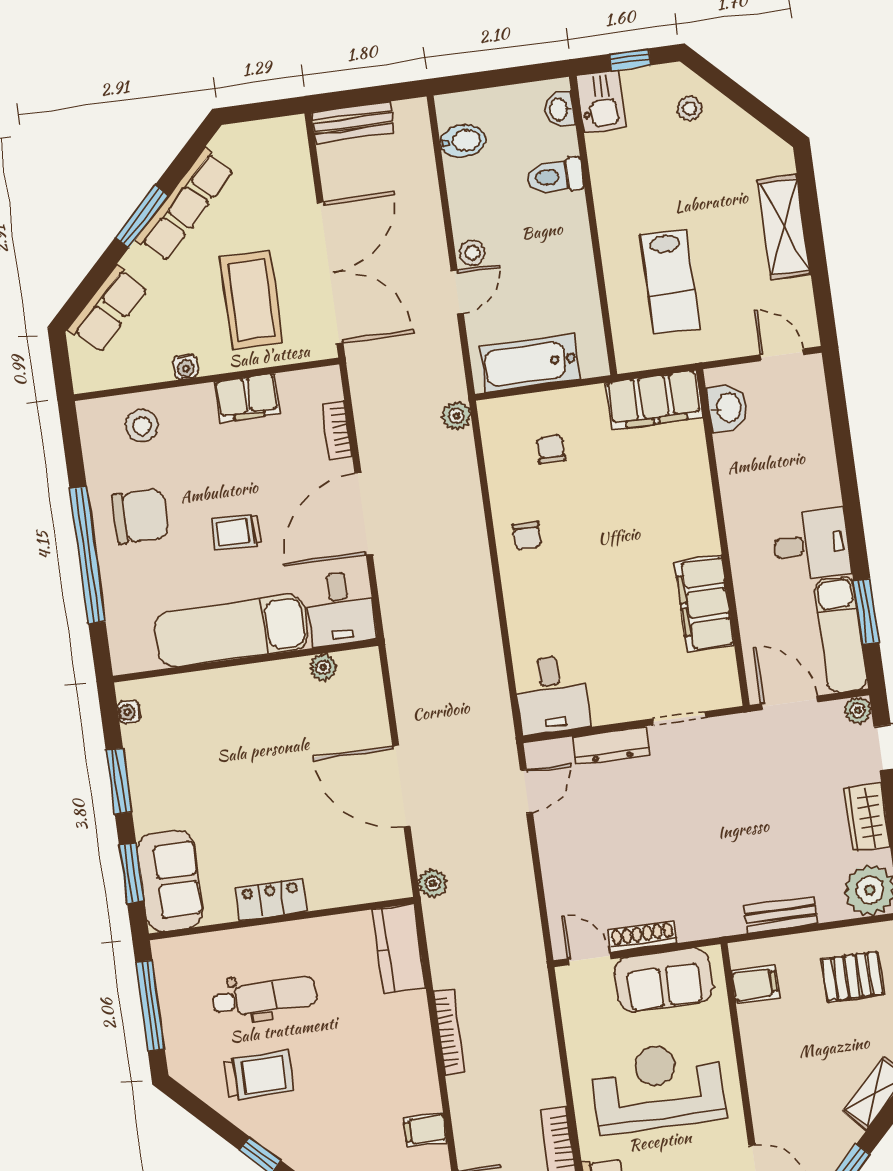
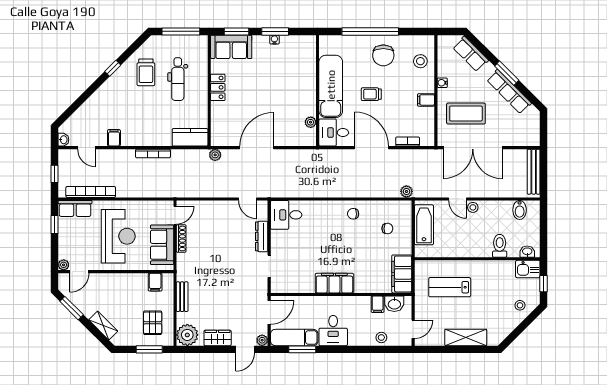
bench: (353, 122) -> (534, 172), width x1.36
filing cabinet: (247, 398) -> (426, 100), width x0.50
stool: (812, 428) -> (381, 337), added
filing cabinet: (734, 447) -> (378, 304), added
trolley: (236, 532) -> (371, 94), turned -90
filing cabinet: (705, 603) -> (334, 283), moved
water cooler: (129, 712) -> (274, 40), moved

